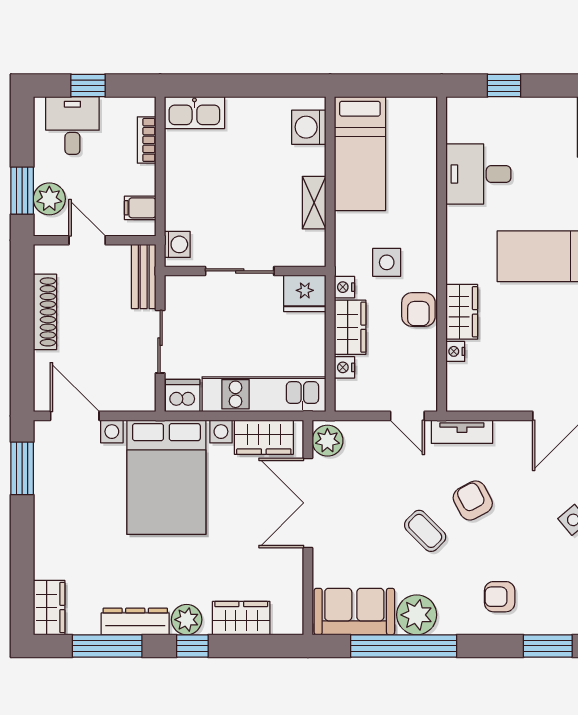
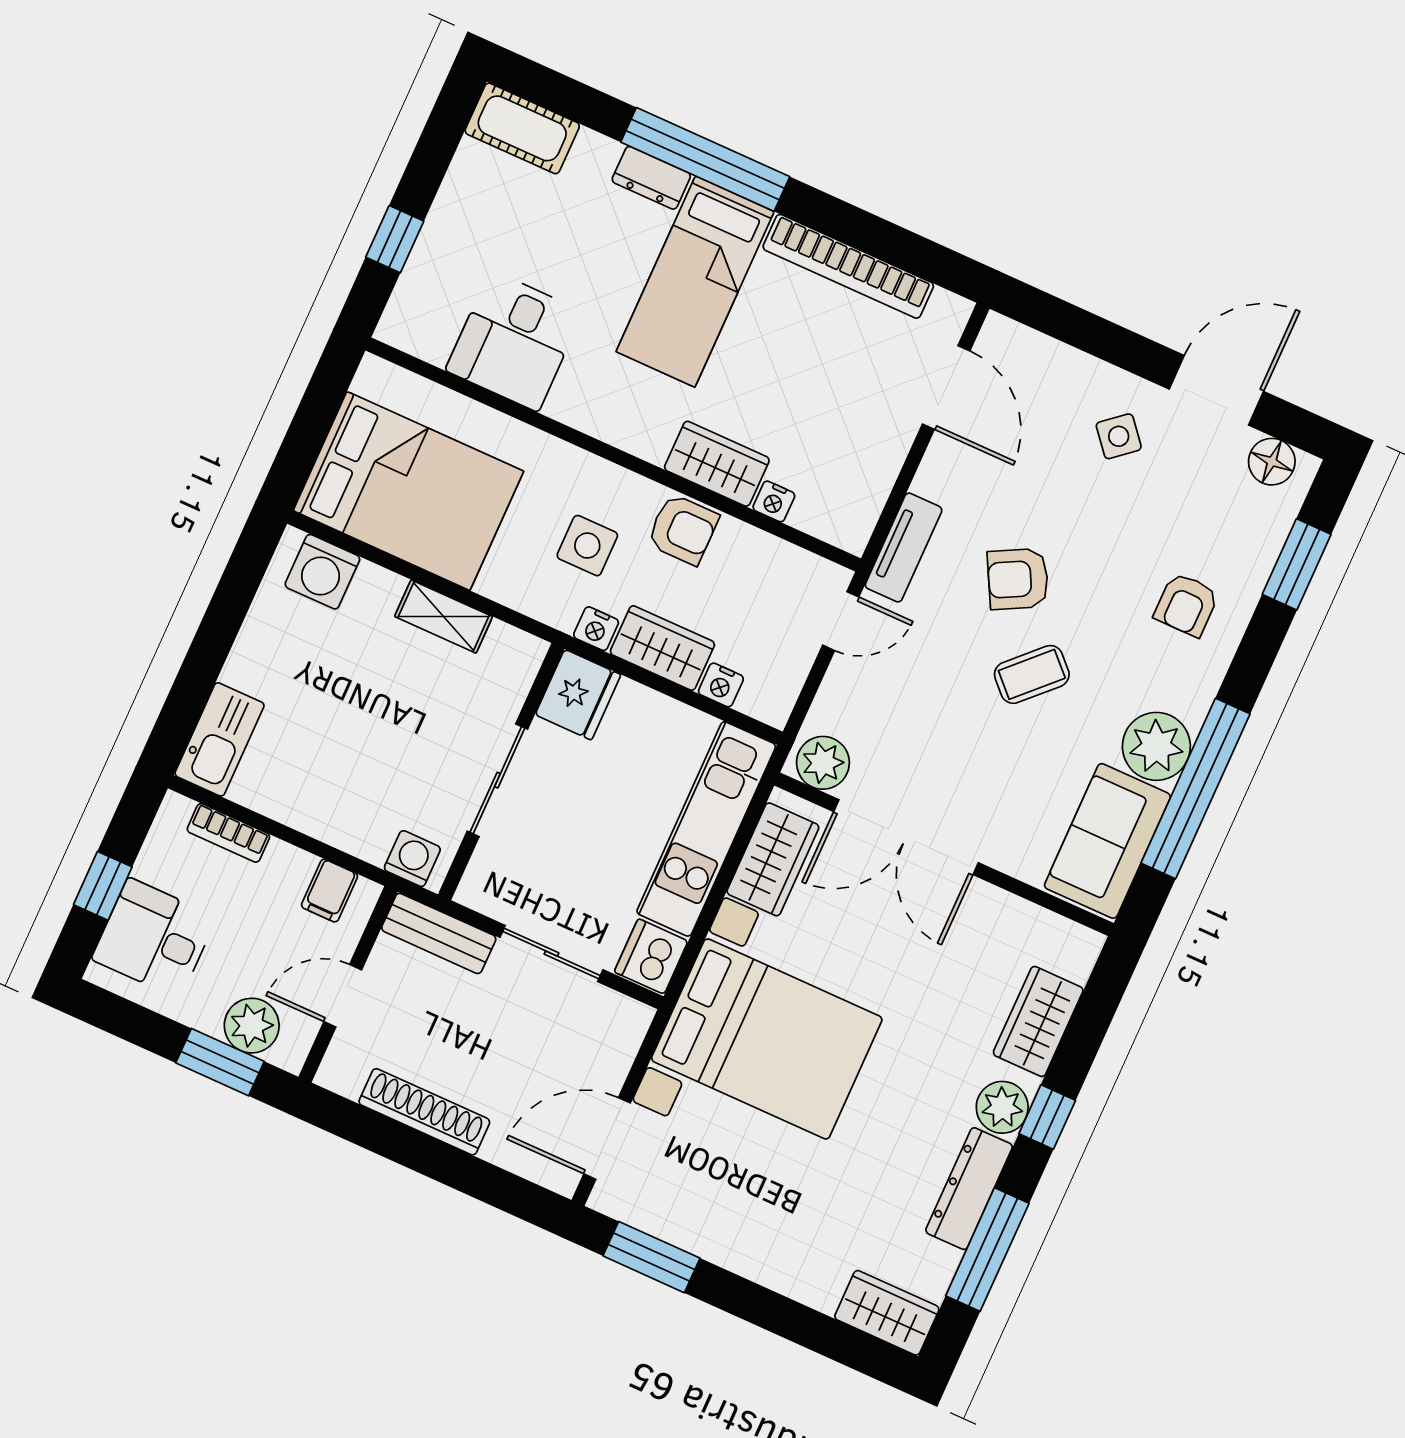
bed: (360, 154) -> (408, 491), width x1.50

